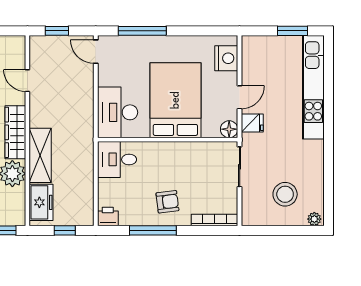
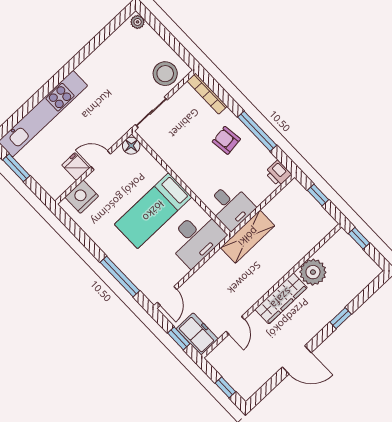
bed: (175, 100) -> (153, 211), width x0.67
fridge: (252, 123) -> (76, 167), moved
shelving: (40, 155) -> (248, 237), moved
stool: (285, 194) -> (165, 74), moved
freezer: (41, 202) -> (197, 334), moved, turned 90

